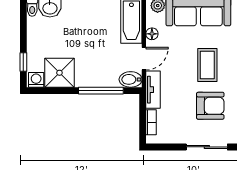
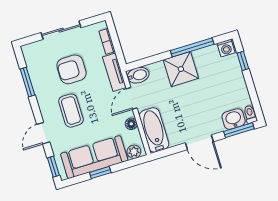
shower: (59, 73) -> (181, 69), moved
window: (101, 91) -> (192, 47), moved
armchair: (210, 106) -> (72, 69), moved
sliding door: (207, 147) -> (61, 30), moved

